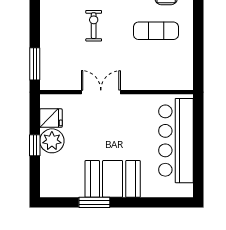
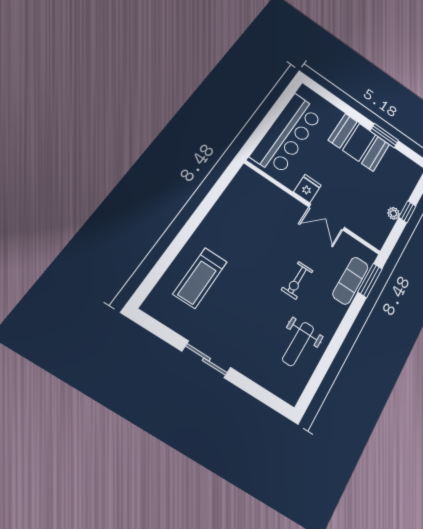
exercise mat: (156, 31) -> (351, 281), moved, turned 90
fridge: (51, 118) -> (307, 189), moved, turned 90
plant: (52, 141) -> (394, 213), width x0.53, depth x0.53

